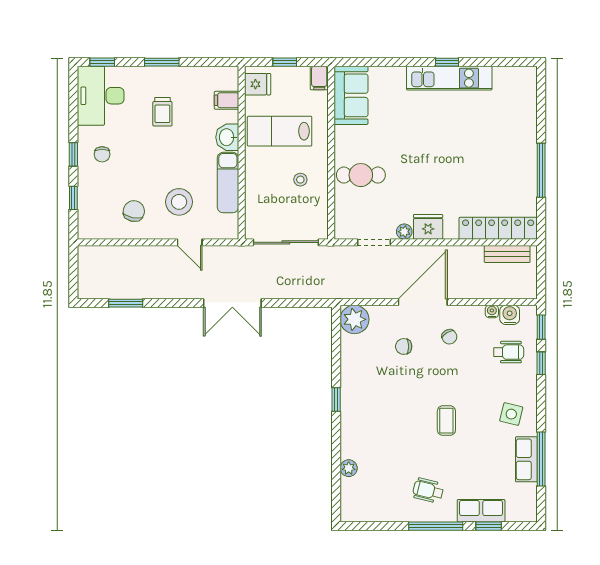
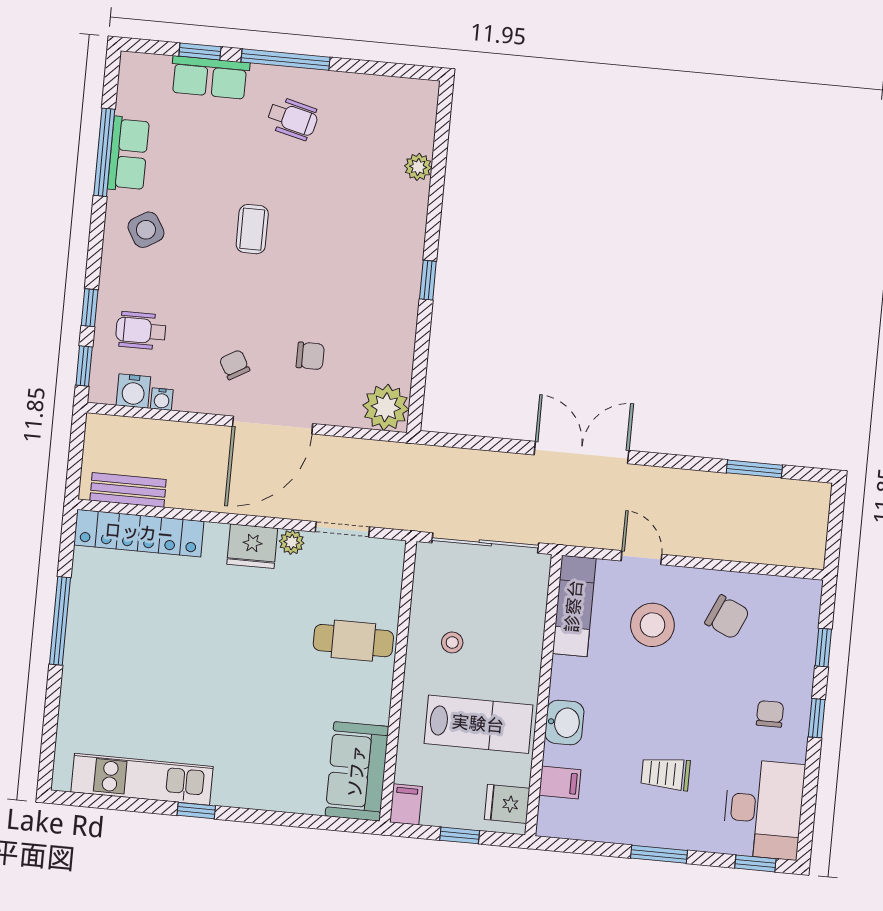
kitchen unit: (449, 78) -> (142, 779), moved
trolley: (162, 112) -> (666, 774), turned -90
exam couch: (228, 183) -> (574, 606), moved
chair: (134, 211) -> (727, 617), turned -78
side table: (511, 414) -> (146, 230), turned 45

